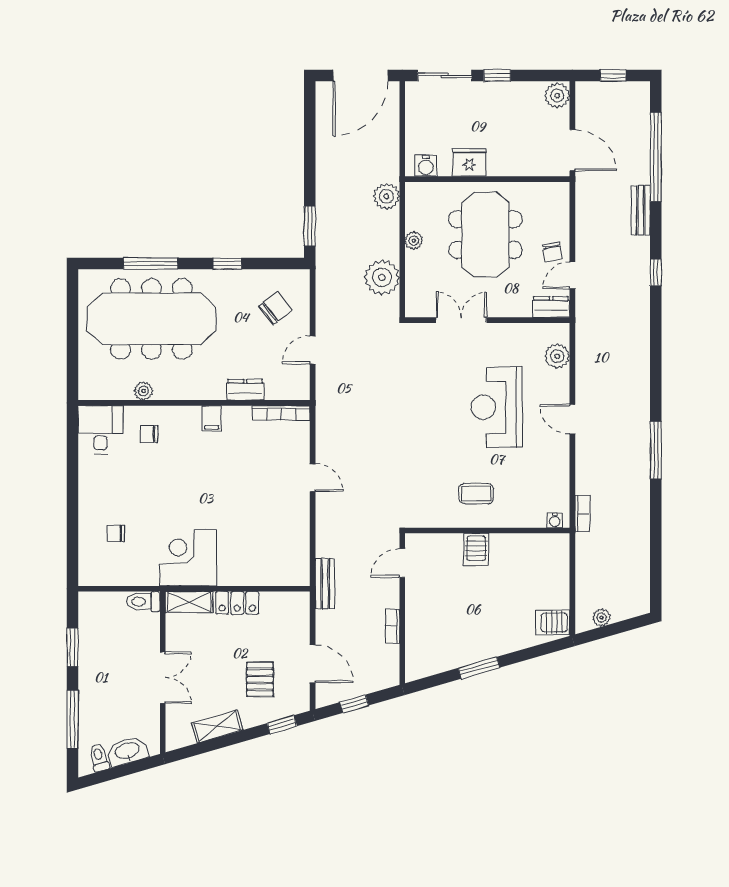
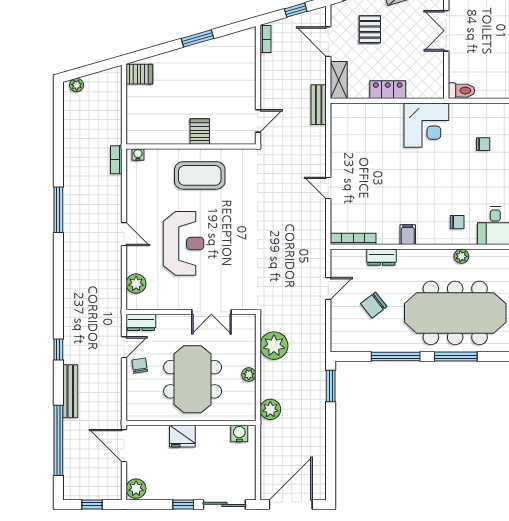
fridge: (469, 162) -> (182, 436), moved
bench: (641, 210) -> (70, 391), width x1.36
window: (227, 263) -> (396, 357), width x2.17
chair: (276, 308) -> (374, 305), moved
coffee table: (476, 494) -> (200, 175), width x1.86, depth x1.72
shelving: (189, 602) -> (339, 80), moved, turned 90
plant: (602, 618) -> (77, 85), moved
bookcase: (393, 626) -> (265, 39), moved

